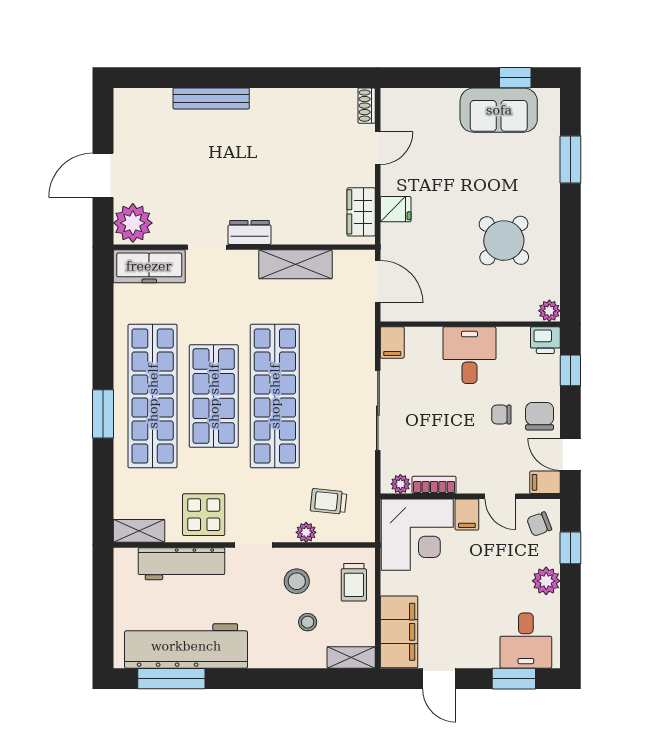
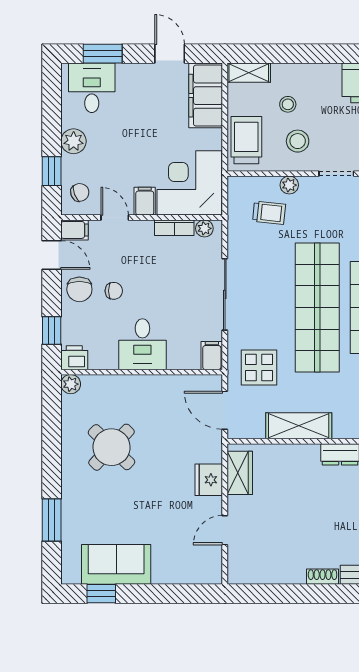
shoe rack: (367, 106) -> (323, 577), moved, turned -90
fridge: (396, 209) -> (209, 480), width x1.38
display table: (340, 329) -> (259, 367), added
trolley: (354, 582) -> (246, 140), width x1.36, depth x1.39

